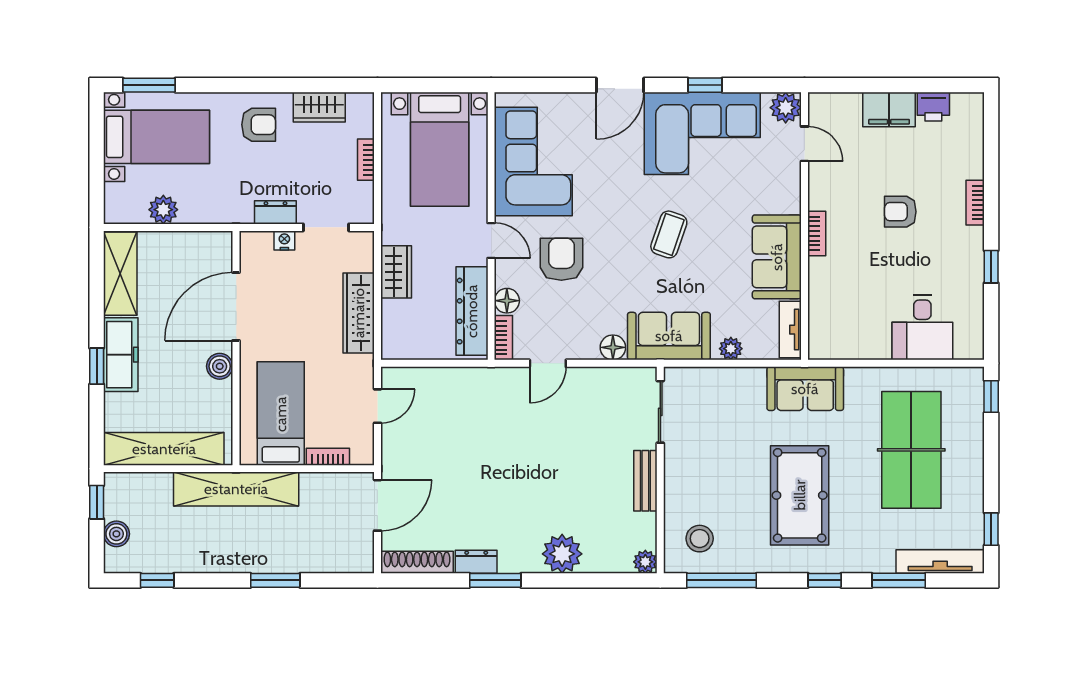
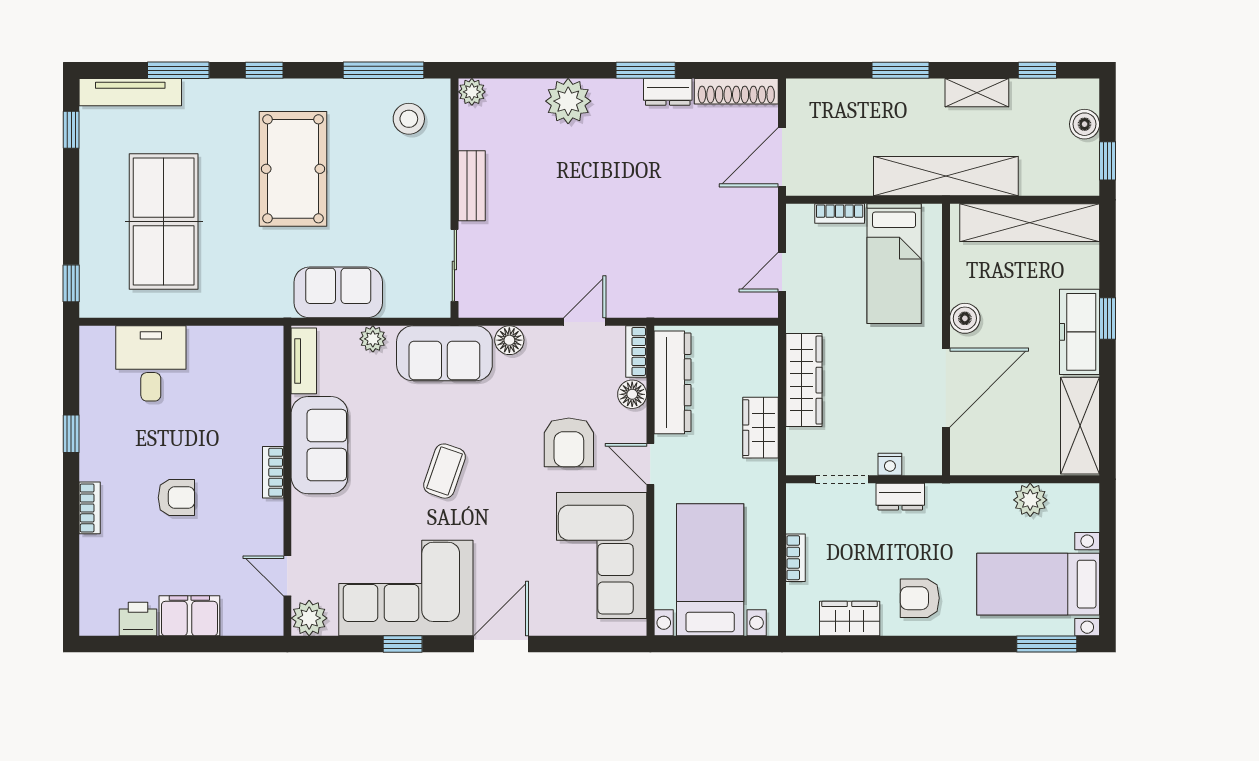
sofa: (805, 389) -> (338, 292), moved
shelving: (209, 561) -> (977, 93), added

